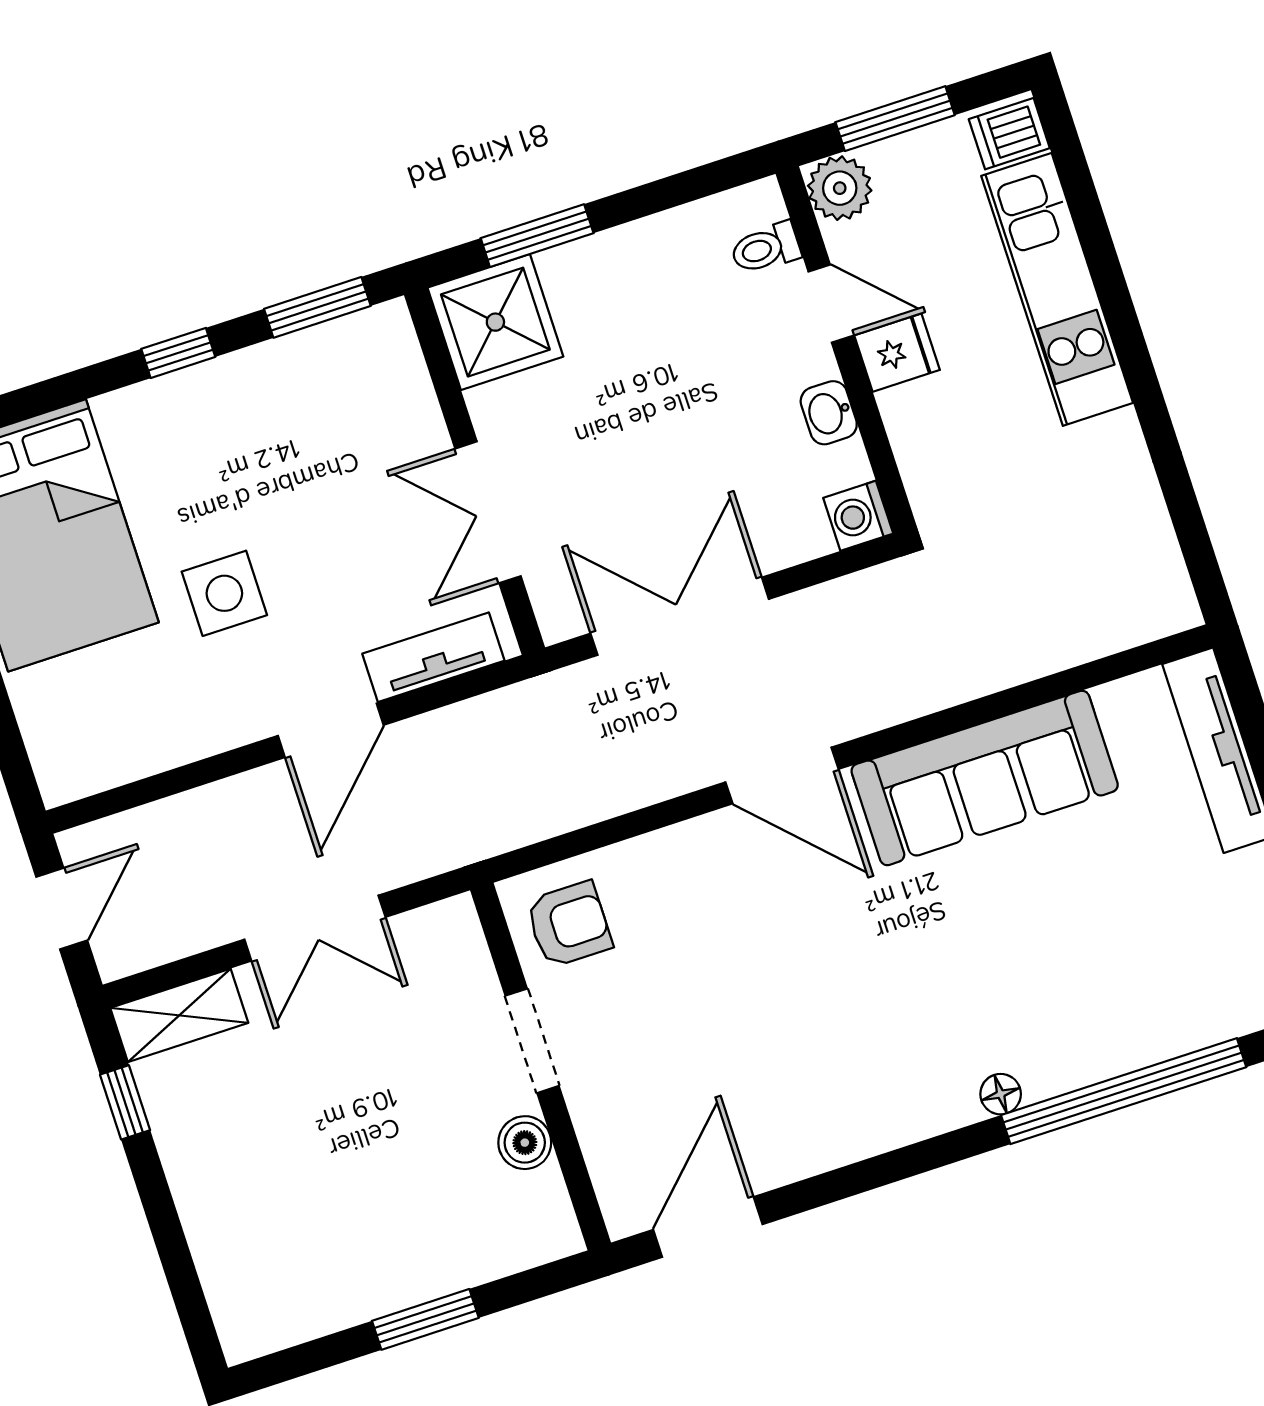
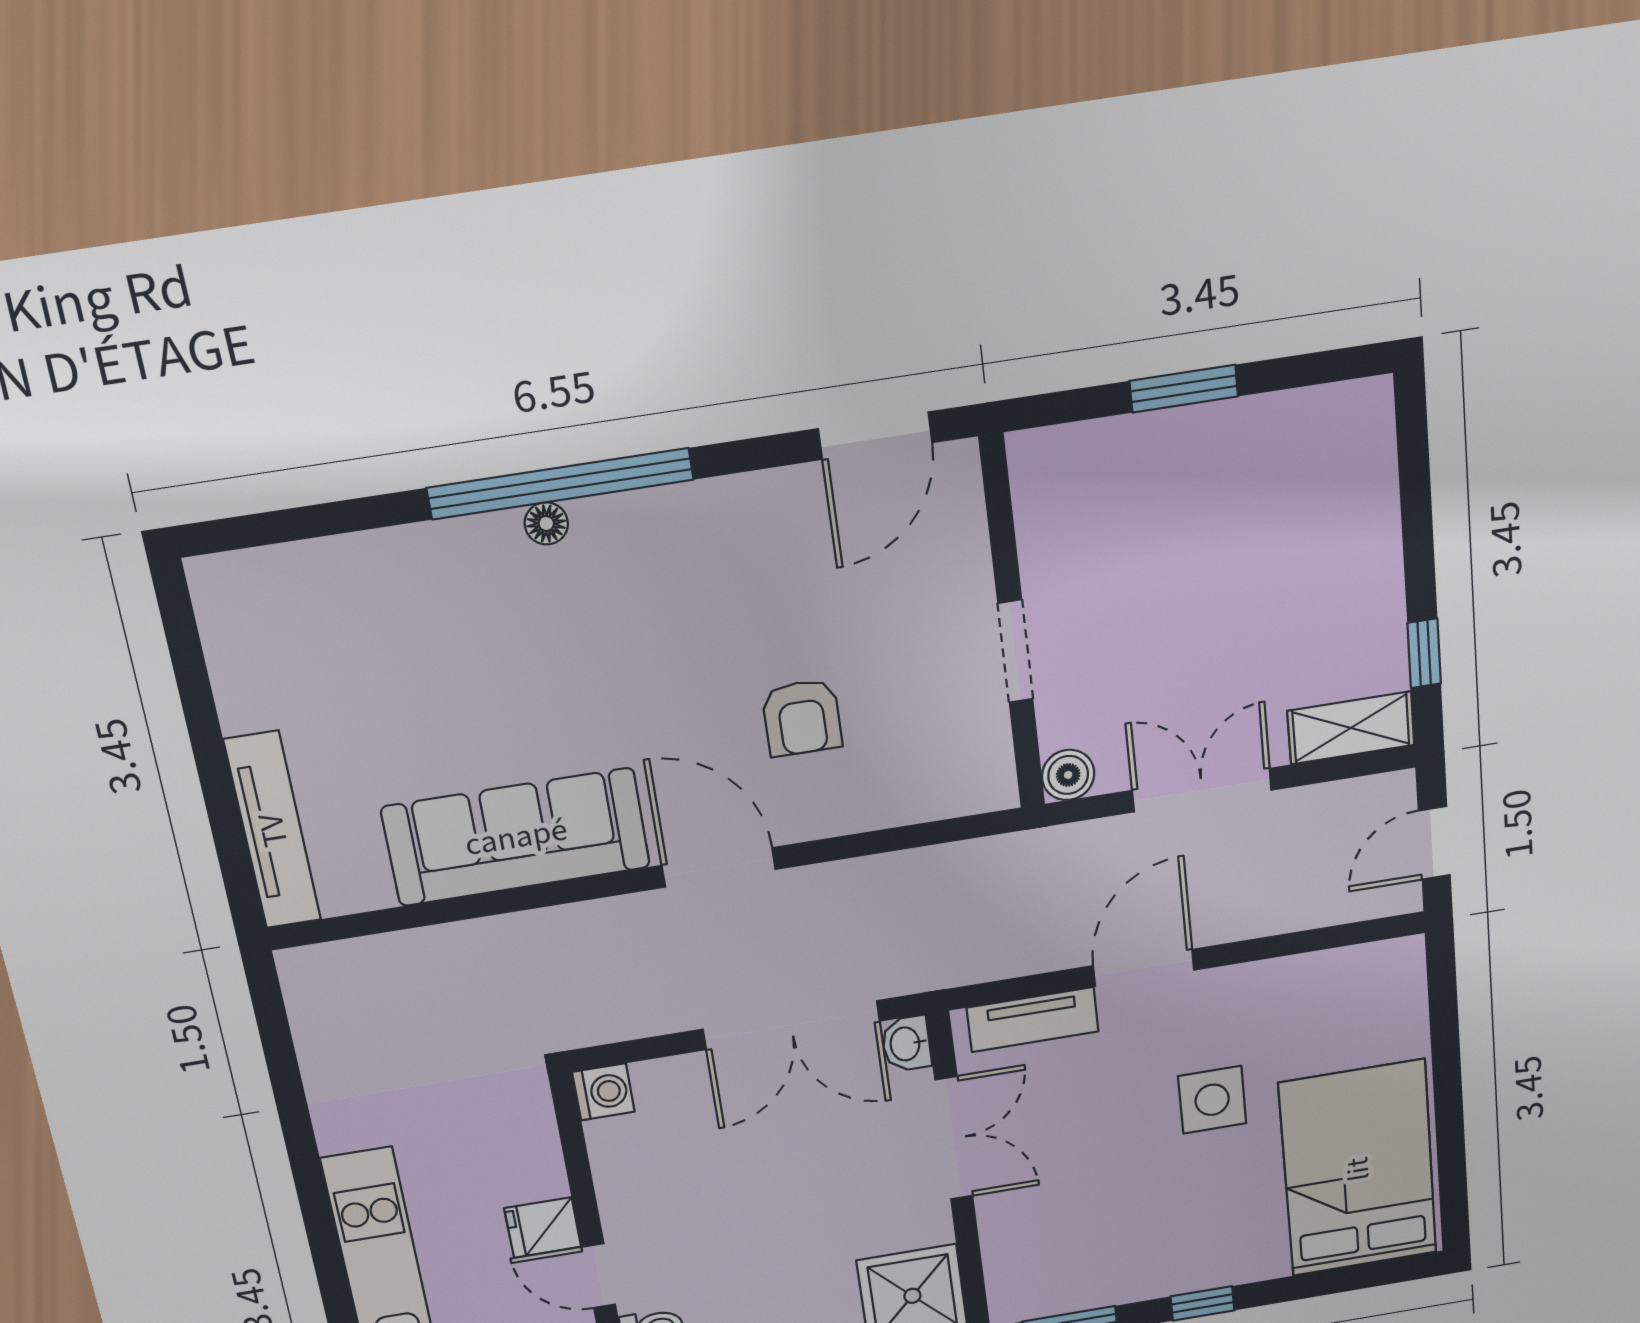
washbasin: (829, 413) -> (906, 1044), moved, turned 180
armchair: (569, 924) -> (802, 718), moved, turned -90
window: (1124, 1091) -> (560, 484), moved
boiler: (525, 1143) -> (1068, 775), moved

